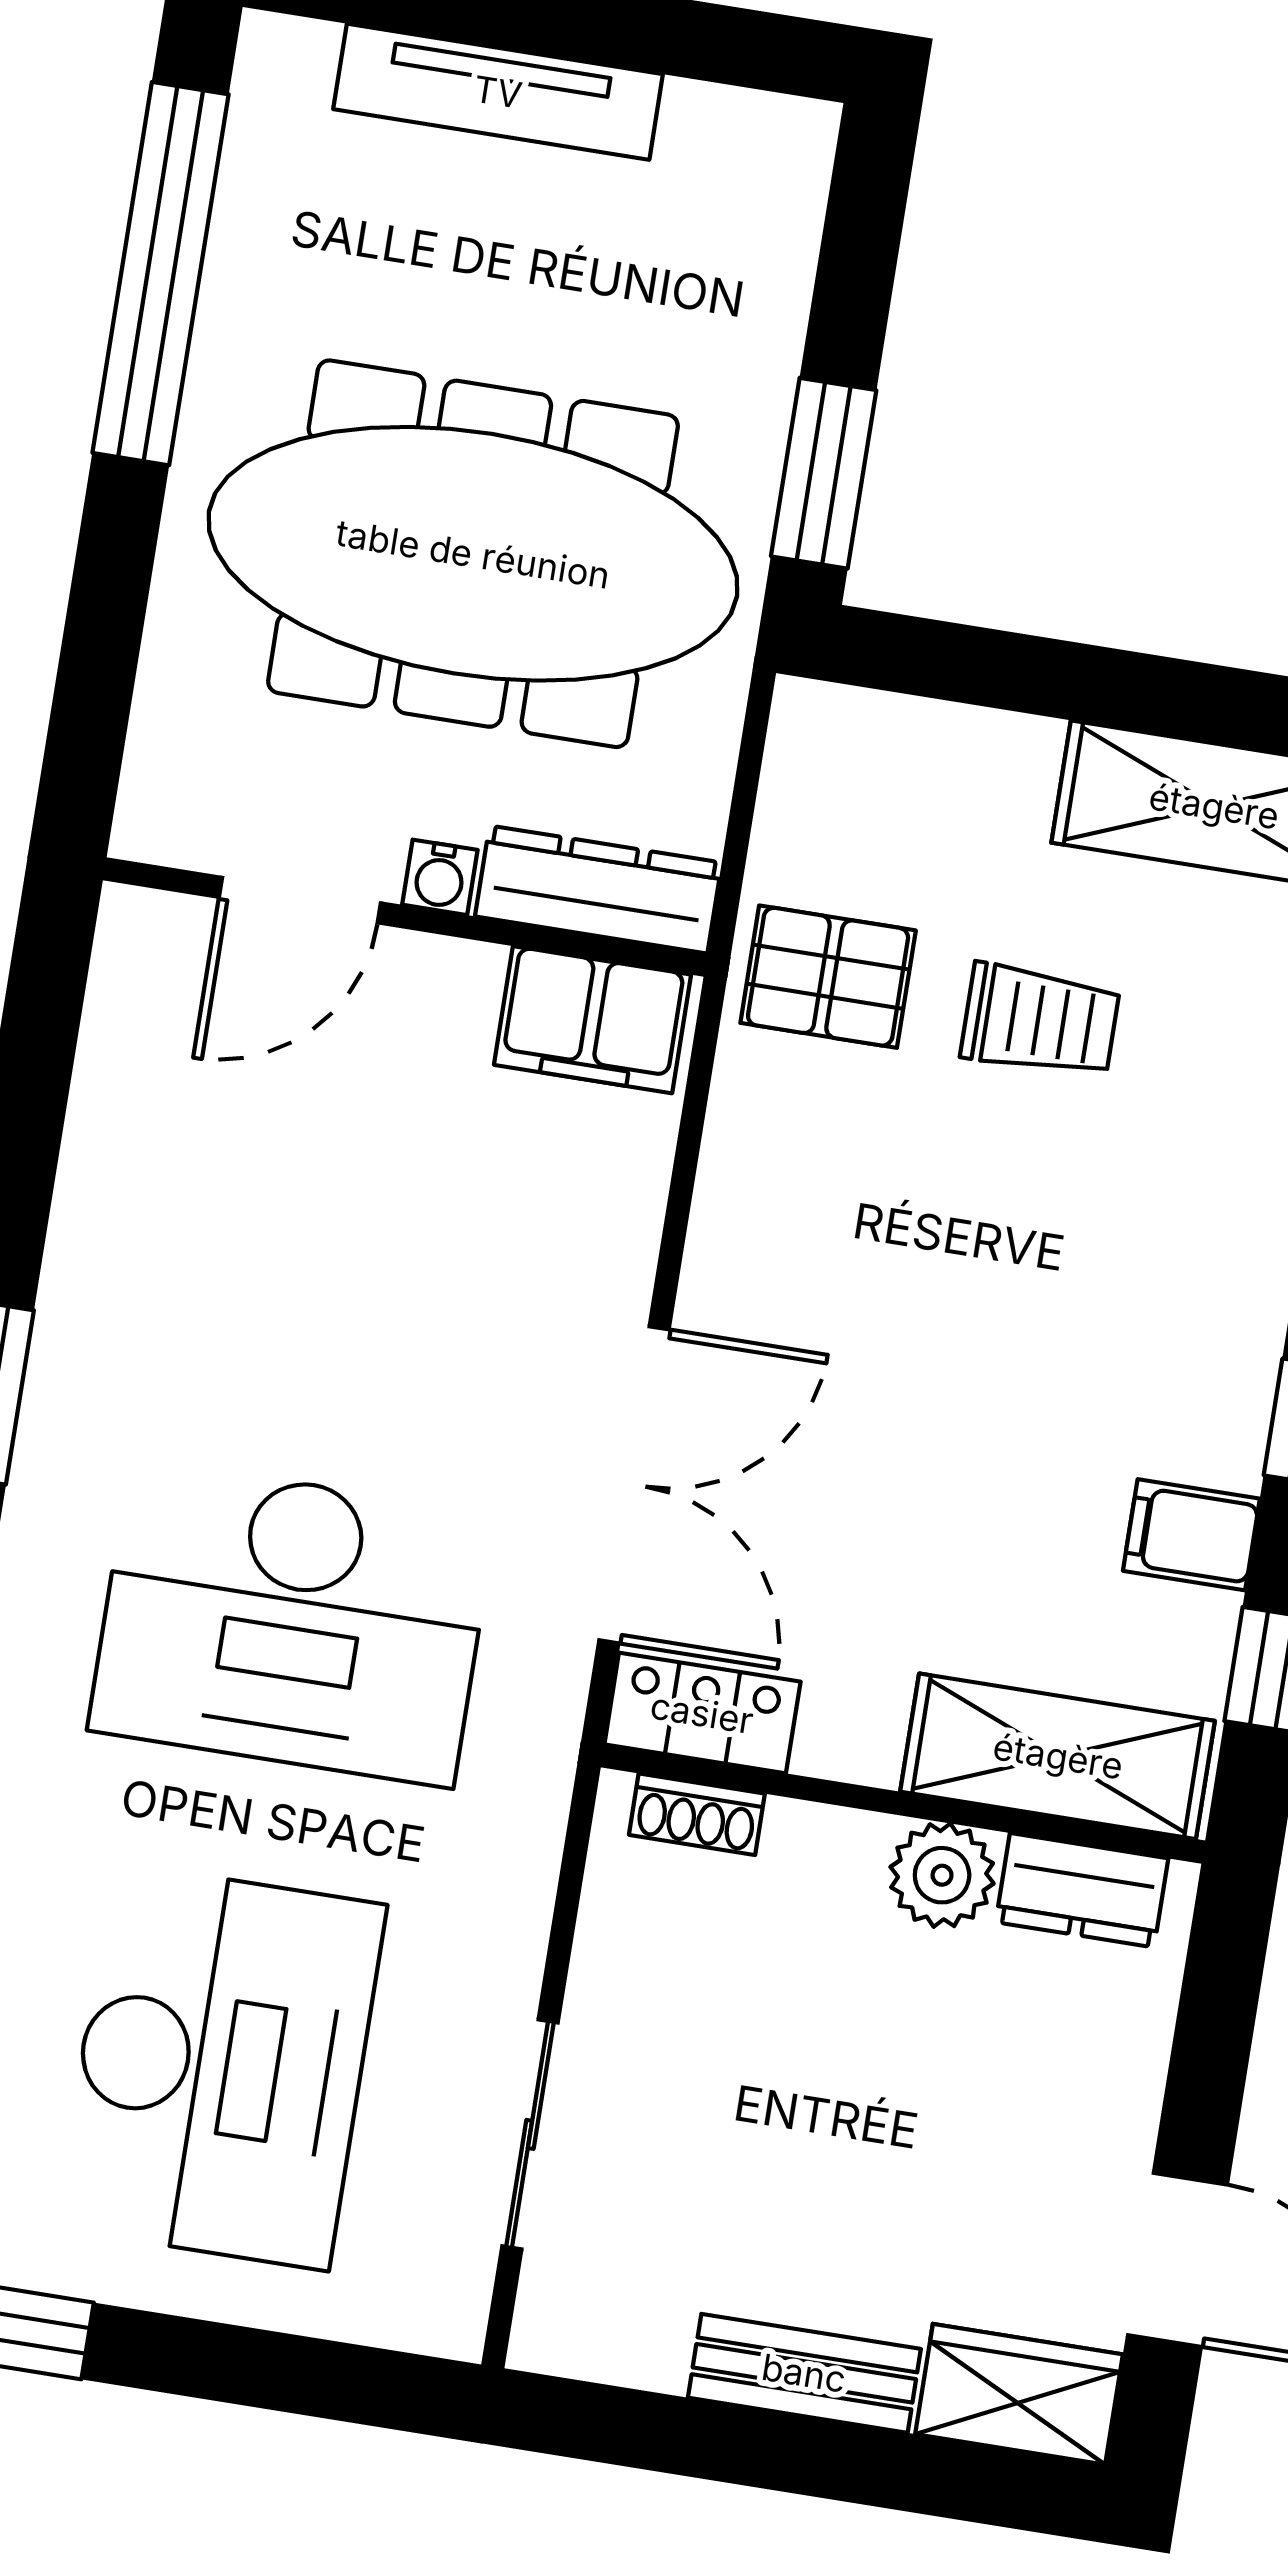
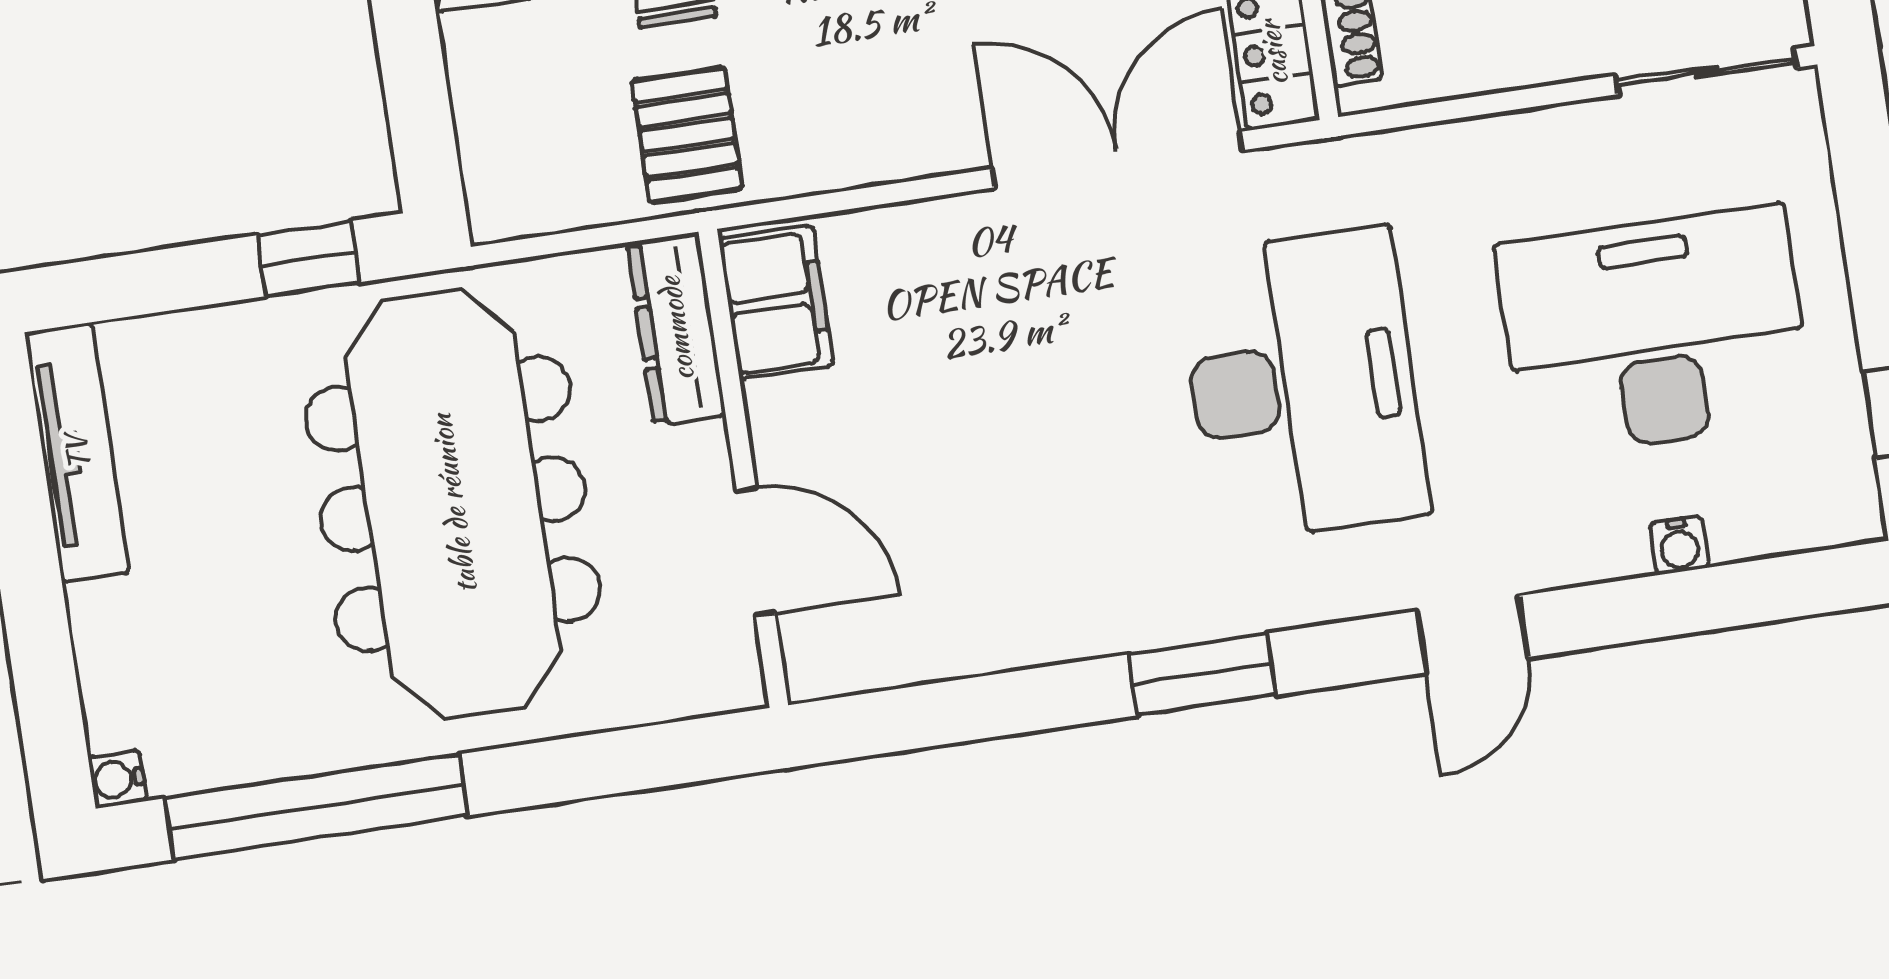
tv unit: (498, 92) -> (77, 453), moved
window: (824, 473) -> (308, 259), width x0.67
water cooler: (440, 877) -> (117, 779), moved, turned 180
sliding door: (530, 2134) -> (1706, 72), moved

